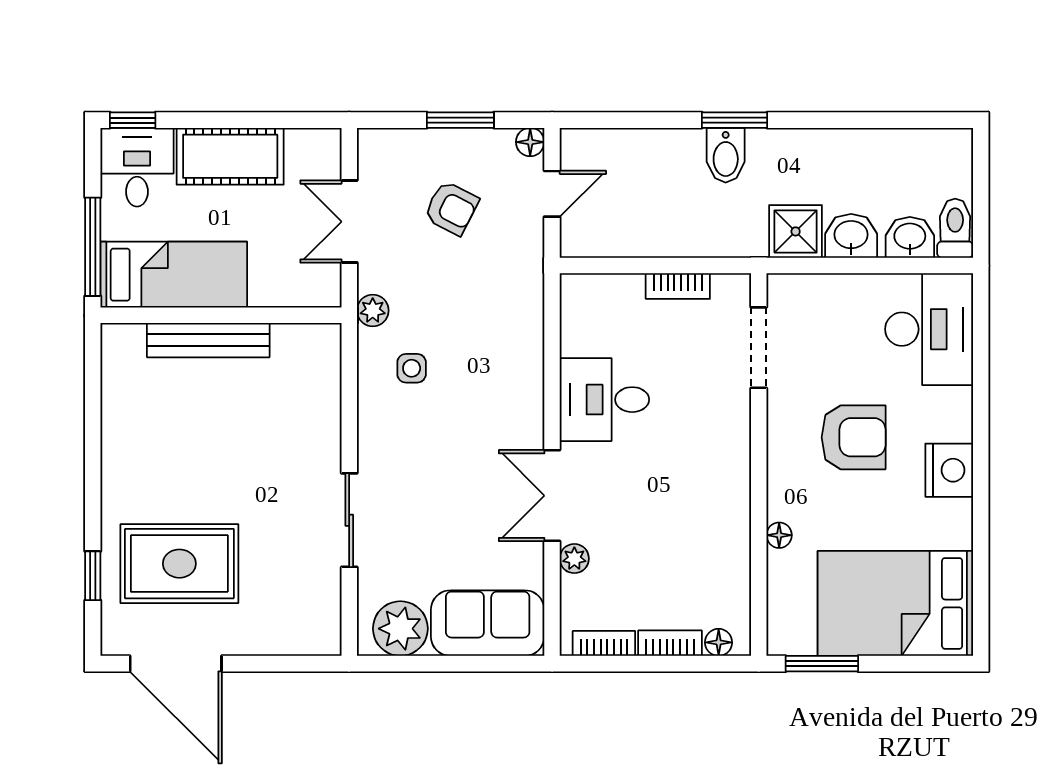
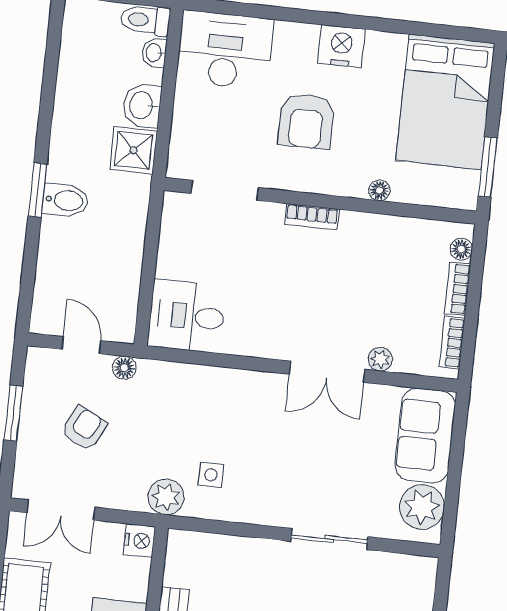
floor lamp: (530, 142) -> (124, 368), moved
double door: (349, 222) -> (61, 510), moved
washbasin: (910, 237) -> (154, 53), width x0.72, depth x0.69
bookcase: (678, 286) -> (312, 217), moved, turned 90
nightstand: (322, 290) -> (139, 541), added
plant: (373, 310) -> (166, 497), width x1.38, depth x1.38
desk: (604, 400) -> (187, 316), moved, turned 90
armchair: (854, 437) -> (306, 121), turned 180

